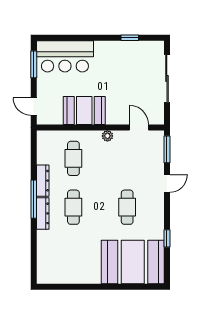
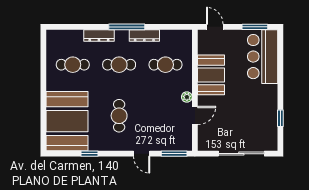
door: (34, 107) -> (215, 27), hinge flipped
door: (139, 127) -> (195, 115), moved
cafe table: (127, 207) -> (119, 116), turned 90
dresser: (43, 213) -> (99, 36), moved
cafe table: (73, 256) -> (73, 65), added

